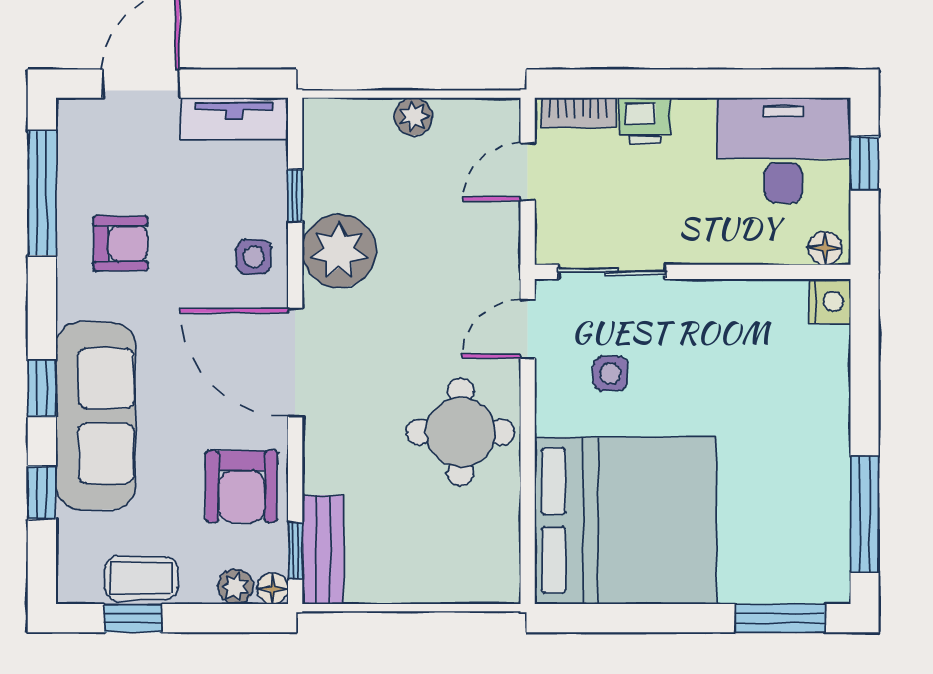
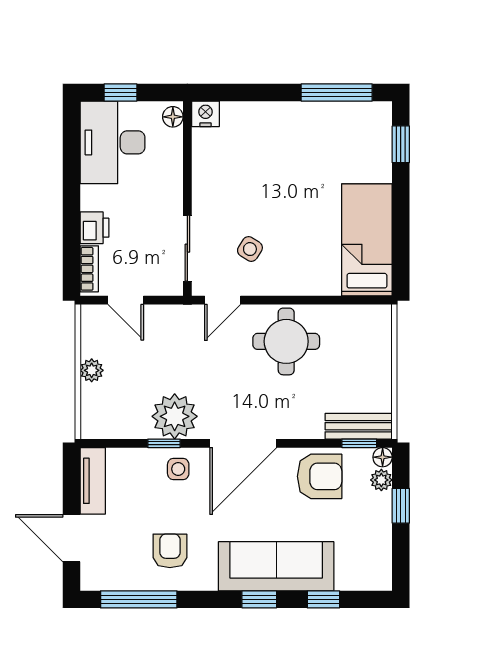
window: (295, 196) -> (164, 443), moved
door: (528, 329) -> (223, 300), hinge flipped
side table: (610, 373) -> (250, 249), turned 32
bed: (625, 521) -> (367, 240), width x0.49
coffee table: (141, 578) -> (376, 538), removed
window: (133, 618) -> (401, 506), moved
window: (780, 618) -> (401, 144), width x0.67

